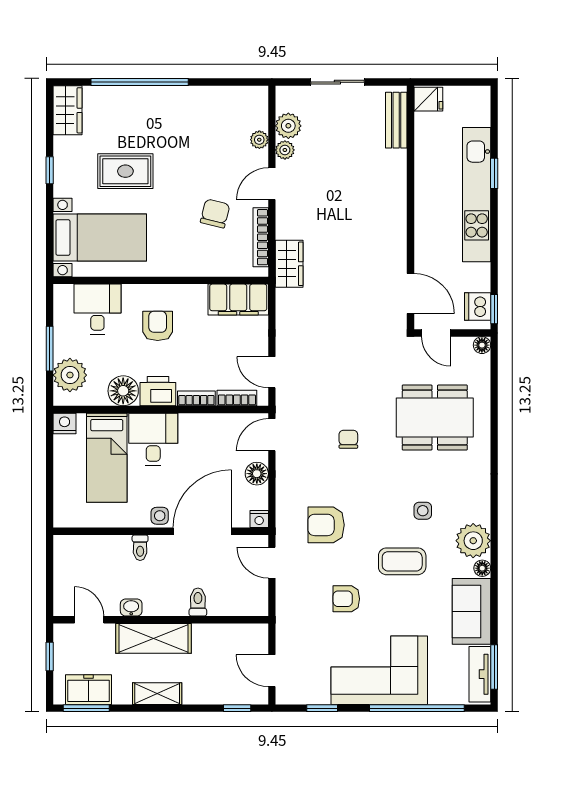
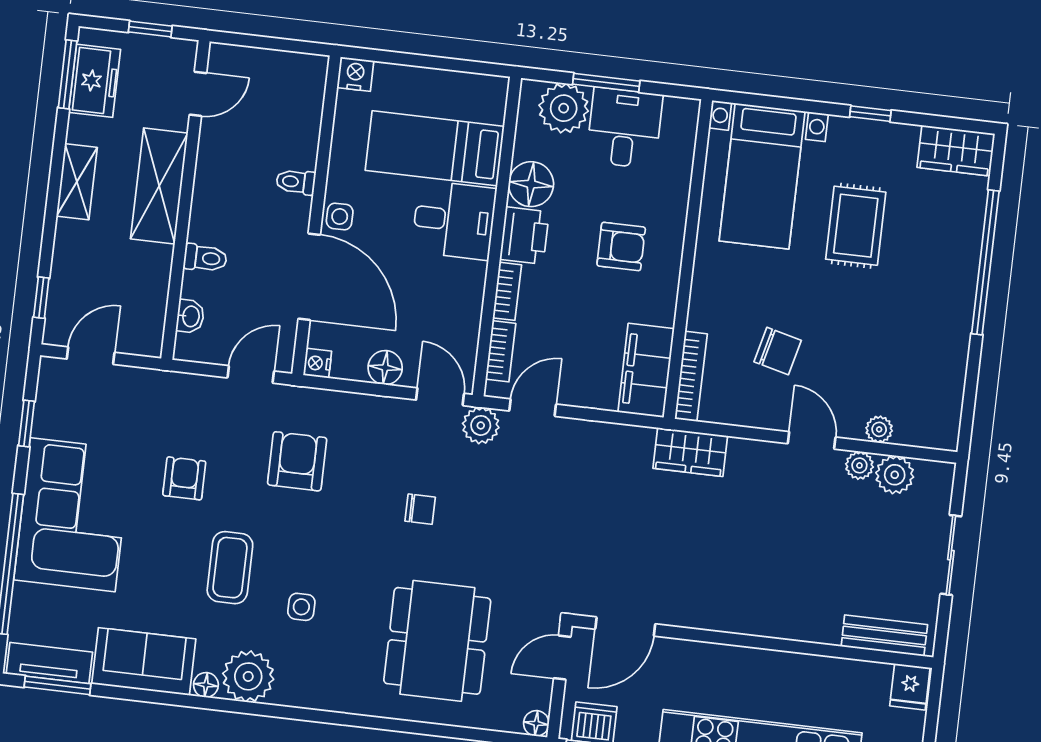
bookcase: (261, 237) -> (691, 376), moved, turned 90
desk: (97, 309) -> (624, 128), moved, turned -90
plant: (288, 405) -> (481, 425), added
nightstand: (65, 423) -> (355, 74), moved, turned -90
washbasin: (131, 607) -> (190, 316), moved

